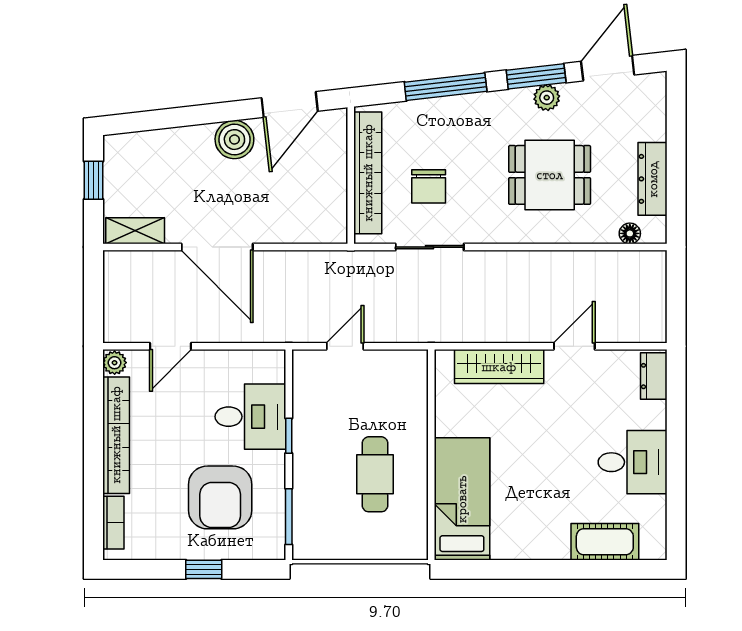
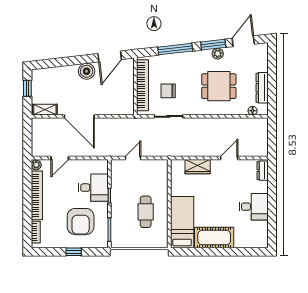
chair: (429, 186) -> (168, 91), turned 90
wardrobe: (499, 367) -> (198, 167), width x0.67
cot: (605, 542) -> (214, 237), moved, width x1.37, depth x1.34

